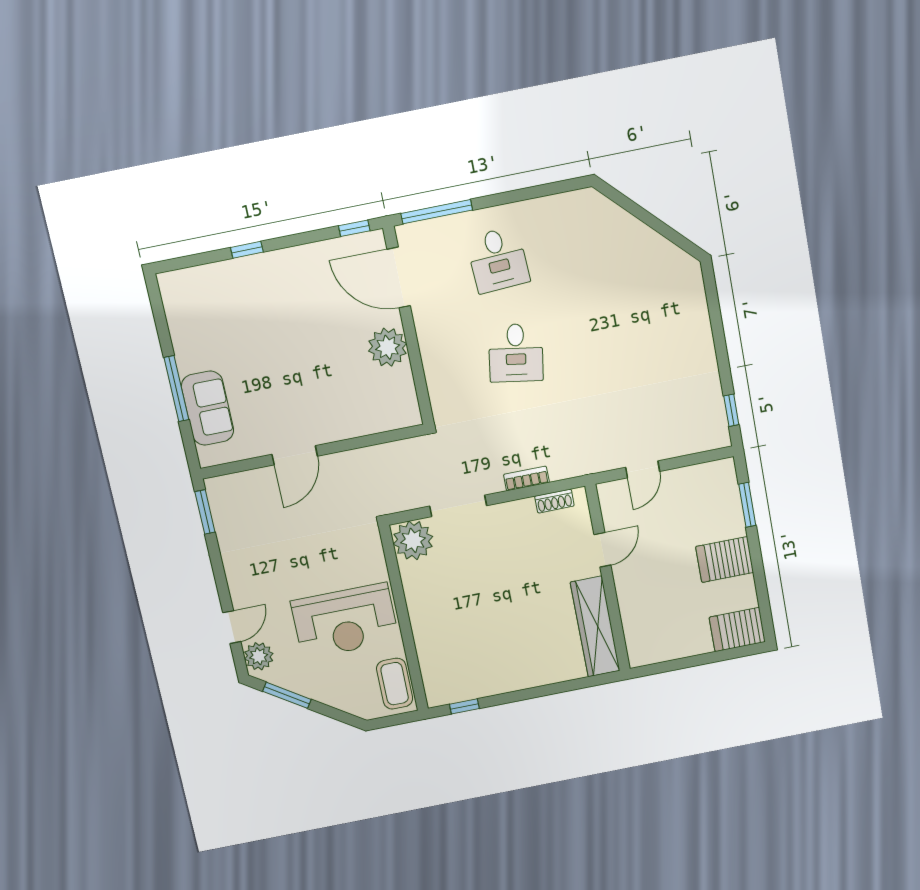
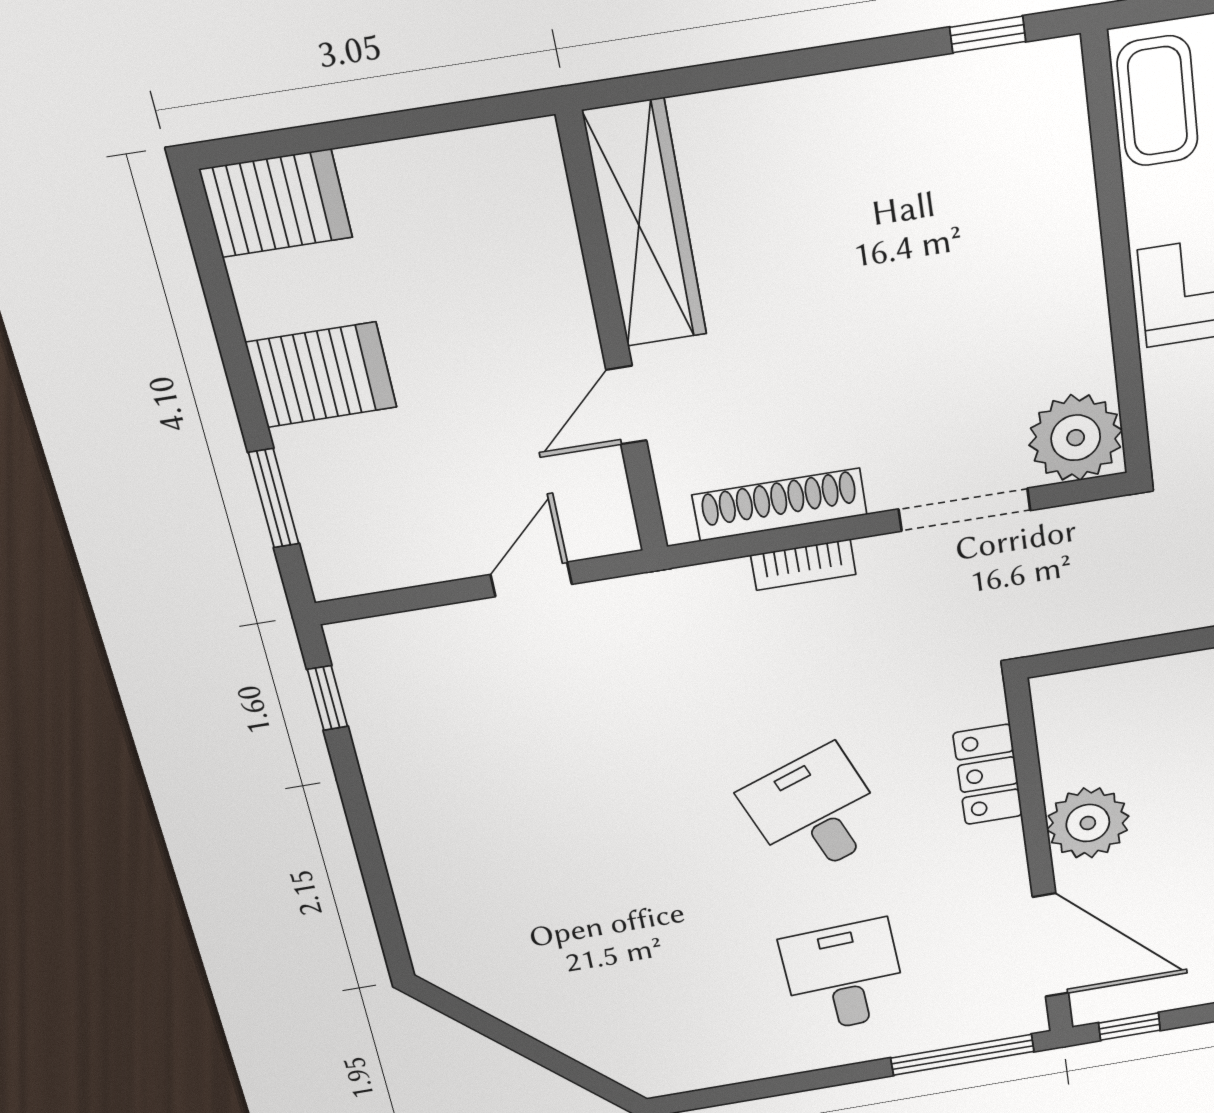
desk: (516, 353) -> (815, 812), turned -30
locker: (437, 373) -> (988, 775), added
shoe rack: (554, 501) -> (780, 505), width x1.94, depth x1.24

